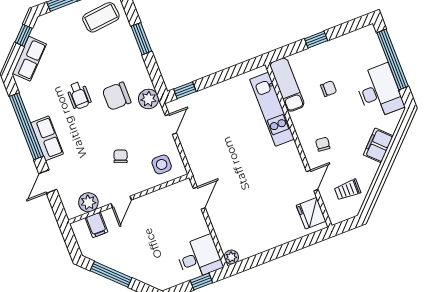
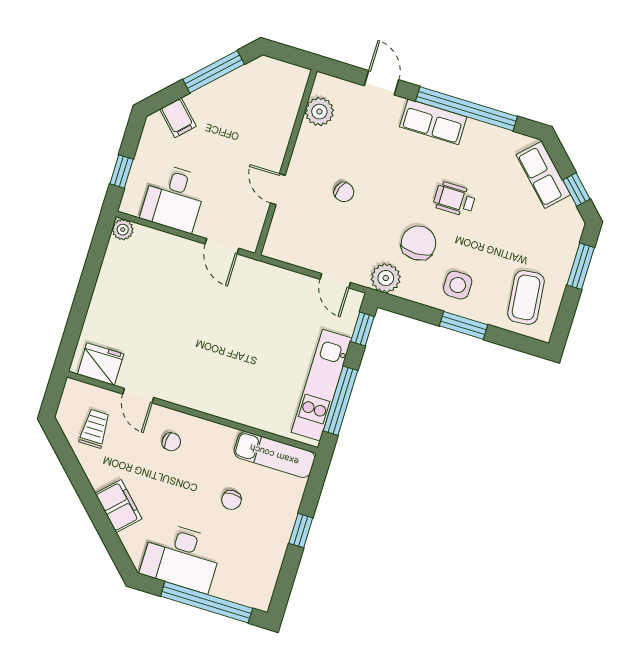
window: (232, 72) -> (341, 401), added
kitchen unit: (272, 109) -> (321, 385), moved, turned -90
side table: (162, 164) -> (458, 285), moved
door: (121, 202) -> (278, 189), moved
filing cabinet: (97, 225) -> (178, 118), moved, turned -135
desk: (199, 257) -> (174, 198), moved

